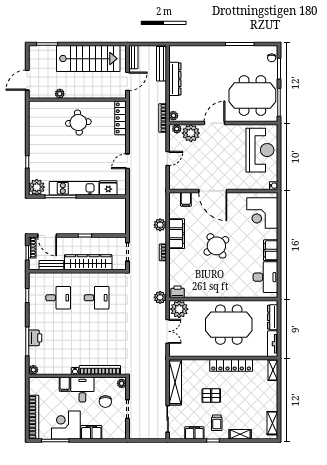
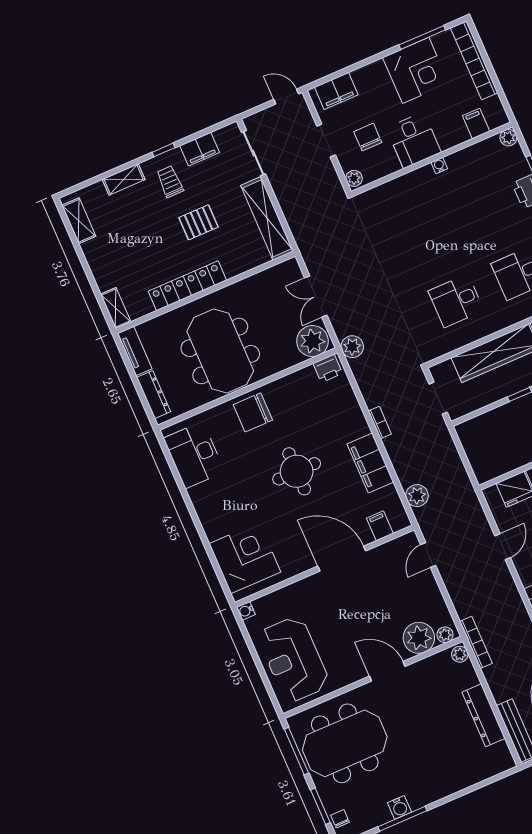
water cooler: (239, 50) -> (399, 807), added
door: (215, 123) -> (387, 671), swing flipped
door: (168, 159) -> (428, 555), moved
plant: (160, 225) -> (417, 496), moved
round table: (216, 246) -> (297, 471), turned 34
filing cabinet: (271, 250) -> (205, 503), removed
chair: (226, 286) -> (253, 412), added
meeting table: (229, 325) -> (220, 351), turned 90
bookcase: (100, 370) -> (399, 185), removed
filing cabinet: (65, 384) -> (476, 124), moved
filing cabinet: (91, 432) -> (336, 91), moved
door: (138, 441) -> (286, 97), added

